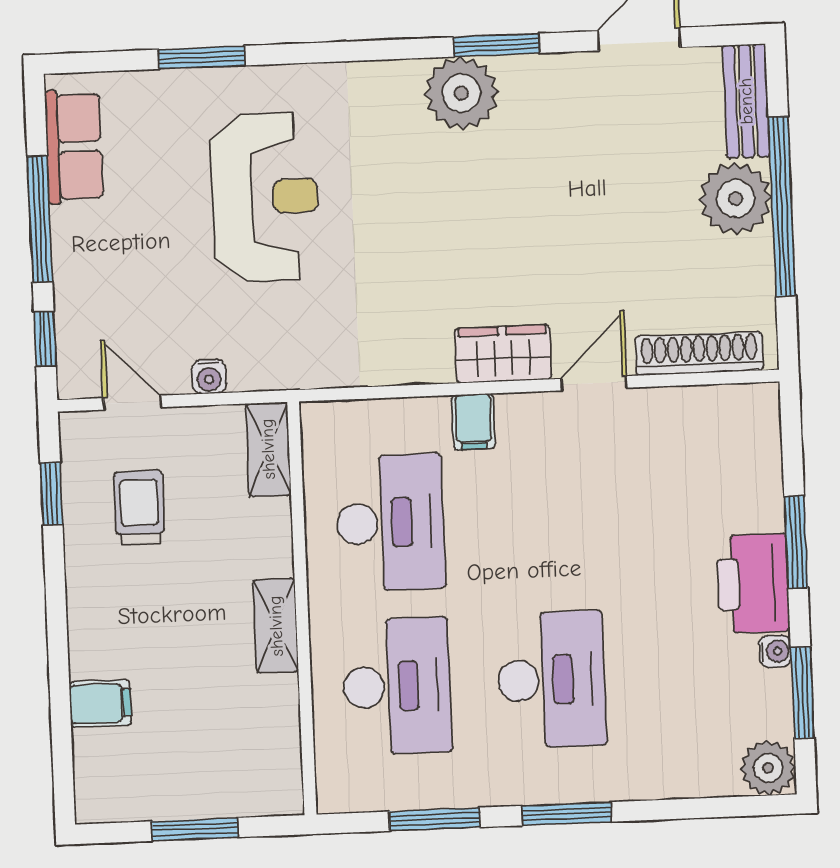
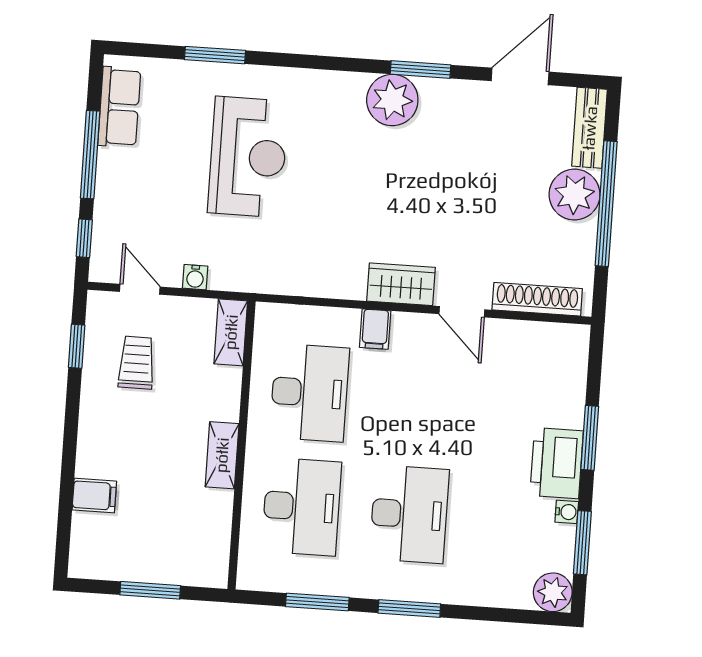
door: (594, 383) -> (462, 312), swing flipped

